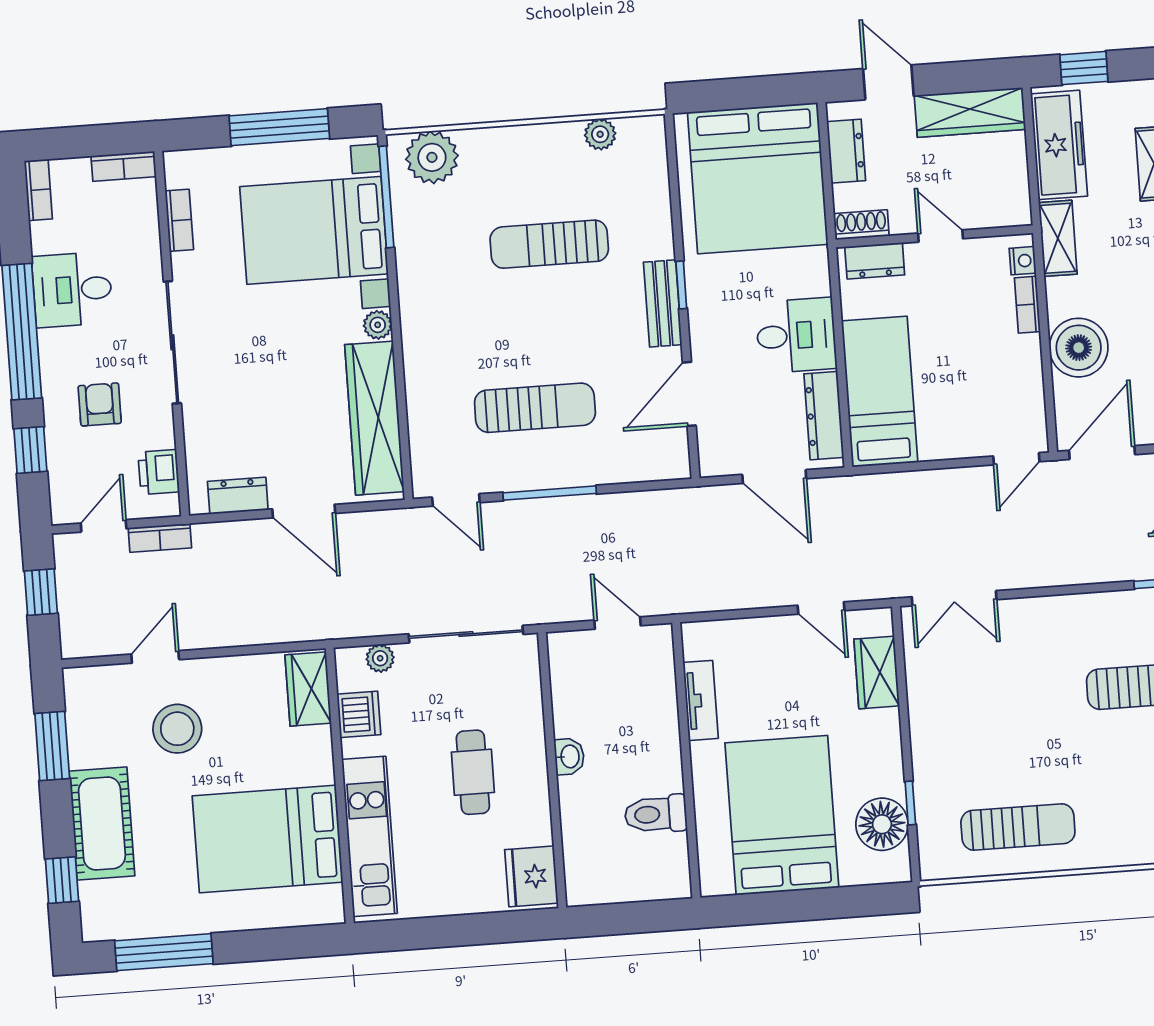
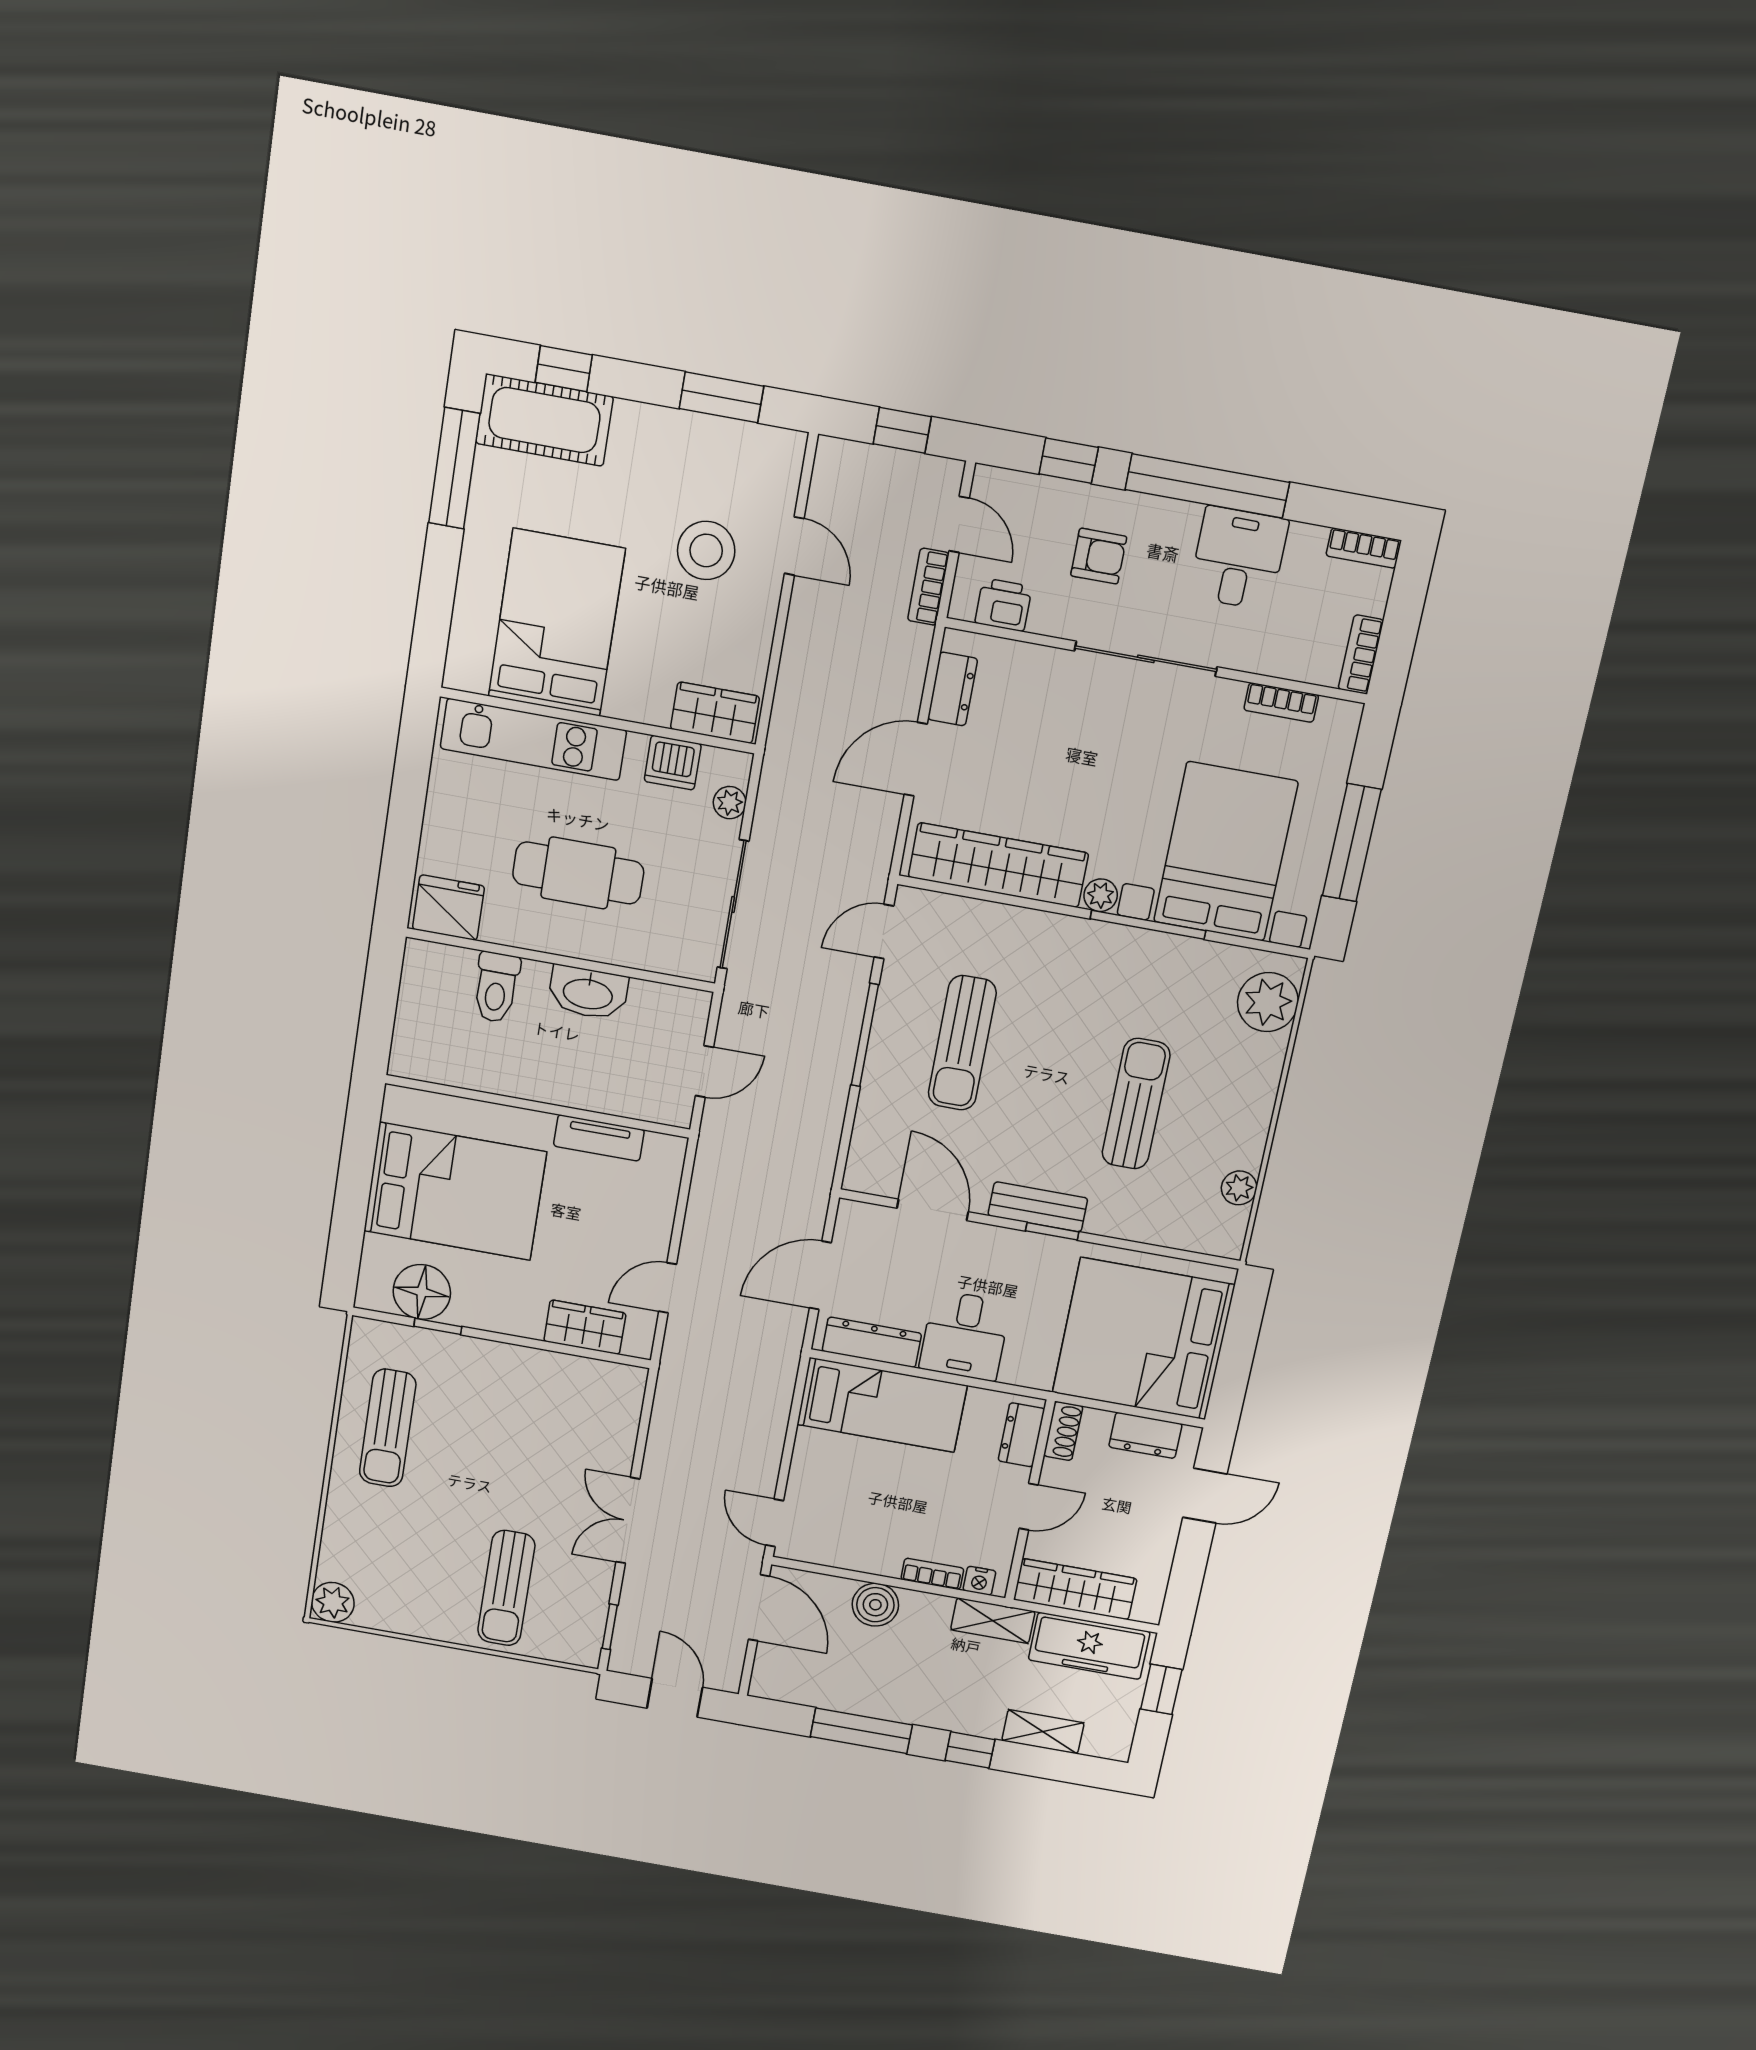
wardrobe: (970, 112) -> (1075, 1589), moved, turned 90
window: (386, 197) -> (1148, 925), moved
boiler: (1079, 348) -> (875, 1605), width x0.73, depth x0.73
double door: (954, 598) -> (628, 1521), moved
washbasin: (569, 756) -> (588, 993), width x1.91, depth x1.45
cafe table: (473, 772) -> (578, 873), width x1.37, depth x1.35
toilet: (656, 814) -> (496, 987), moved, turned 180
cot: (102, 823) -> (544, 420), moved

